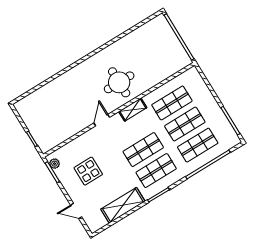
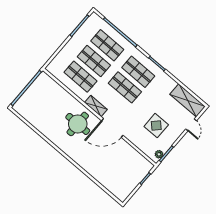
door: (102, 120) -> (112, 128), width x1.88
shelving: (123, 205) -> (188, 100), moved

